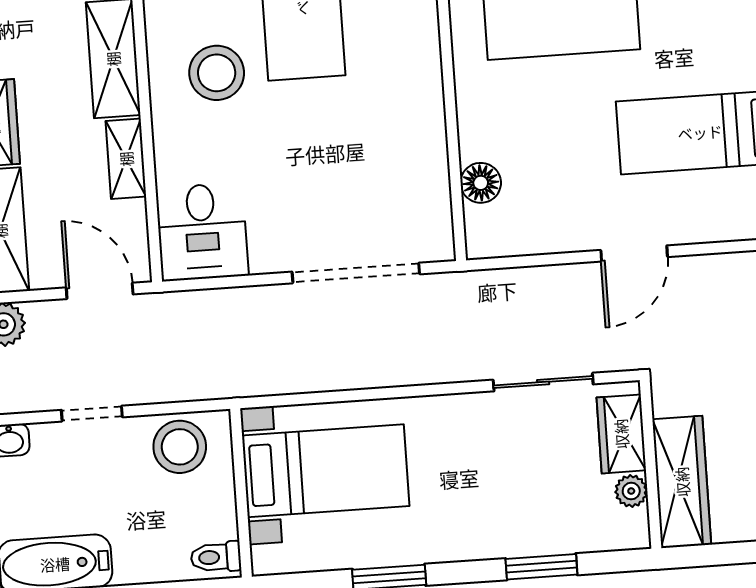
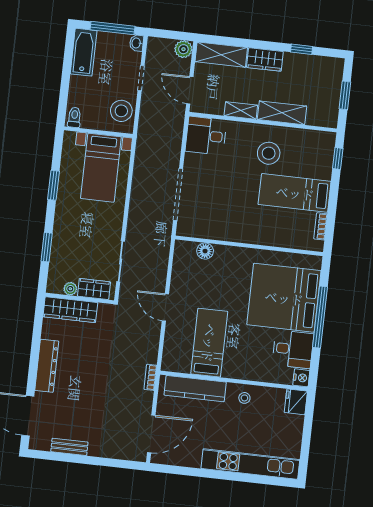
door: (100, 291) -> (190, 90), swing flipped

